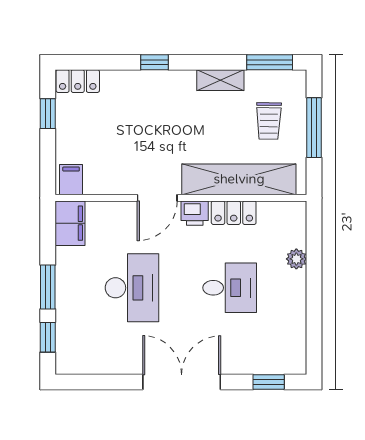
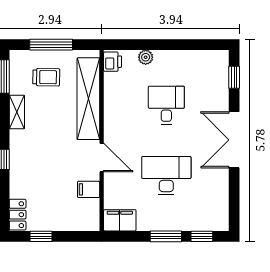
filing cabinet: (71, 180) -> (89, 189), moved
printer: (195, 213) -> (113, 62), moved
locker: (234, 213) -> (112, 102), removed

